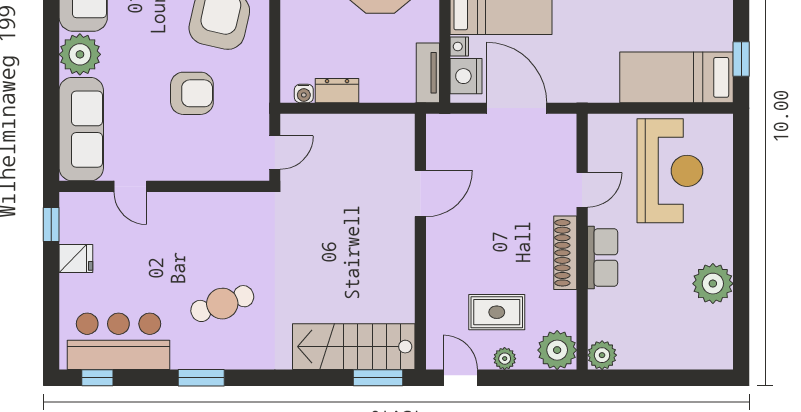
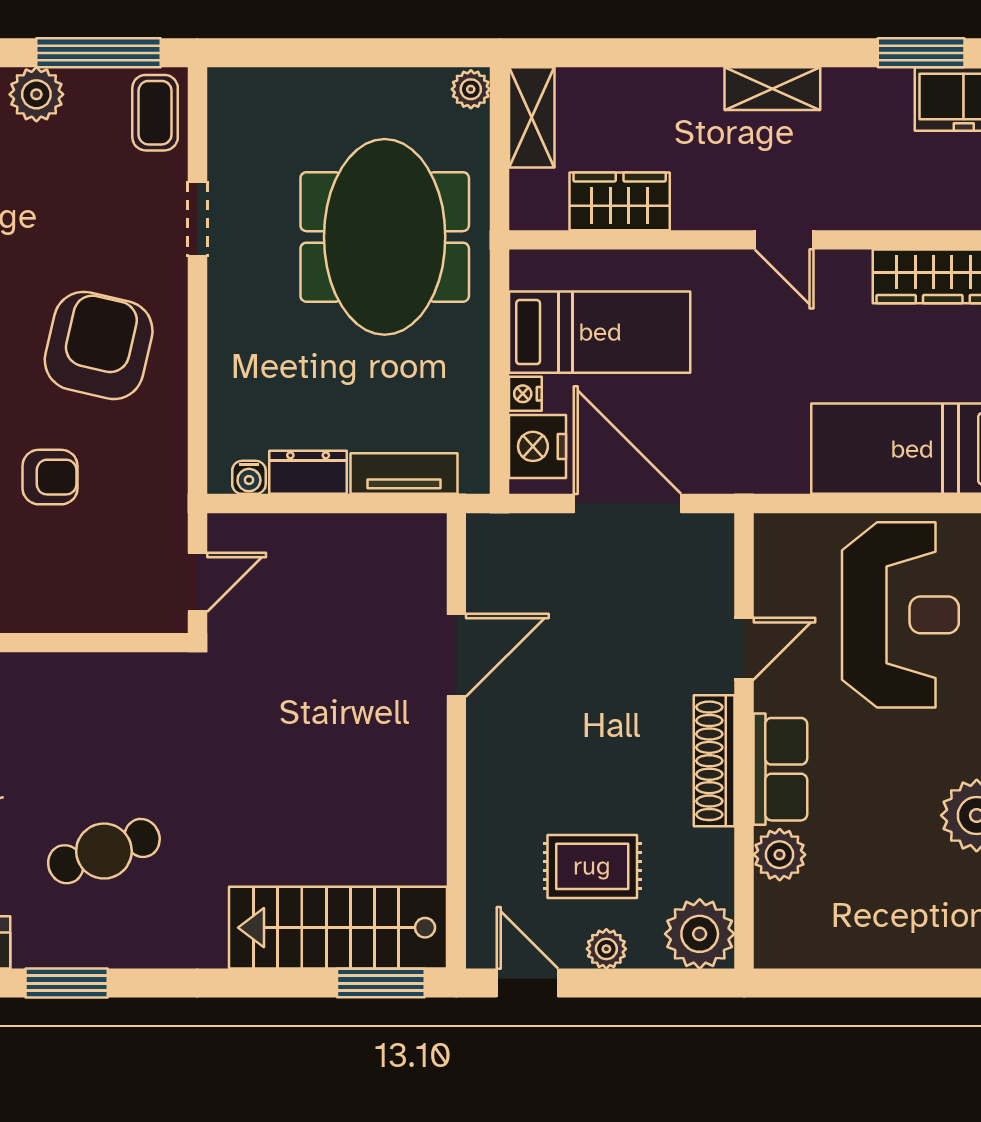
tv unit: (428, 73) -> (404, 474), moved, turned 90
armchair: (192, 93) -> (50, 477), width x0.72, depth x0.72
plant: (602, 355) -> (780, 855), moved

